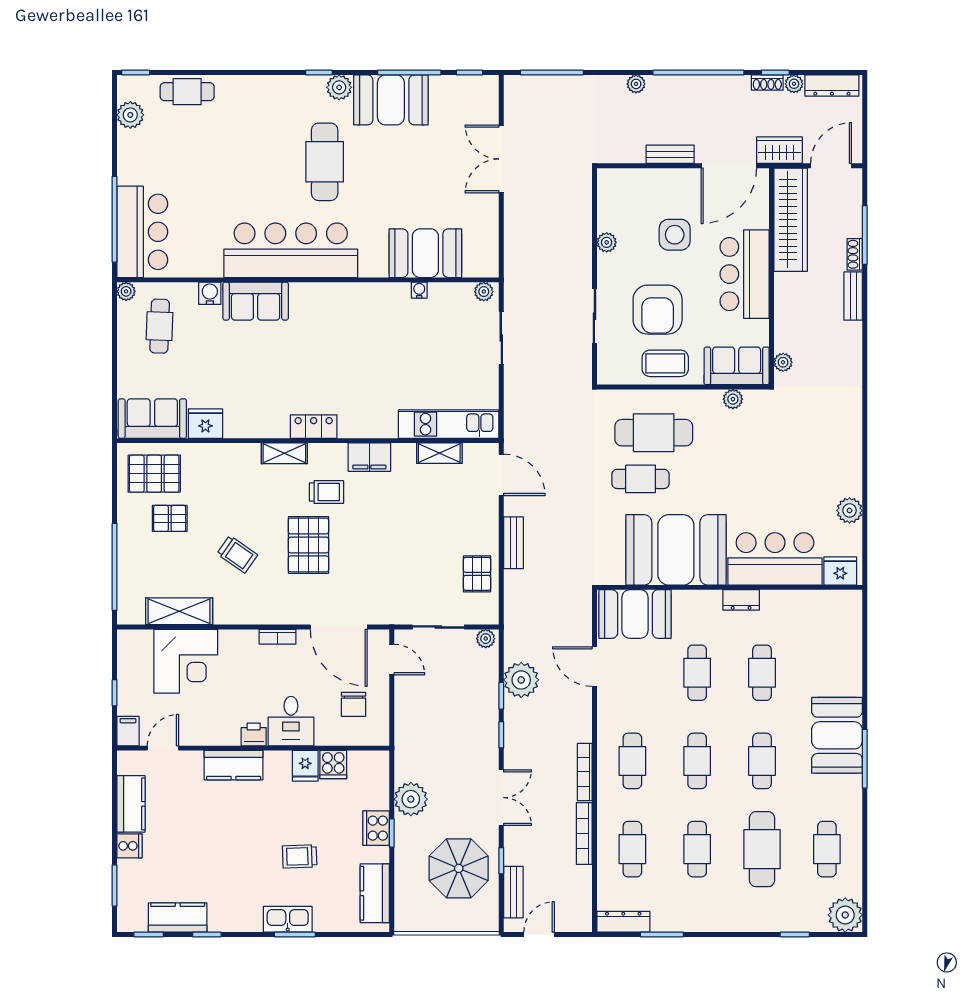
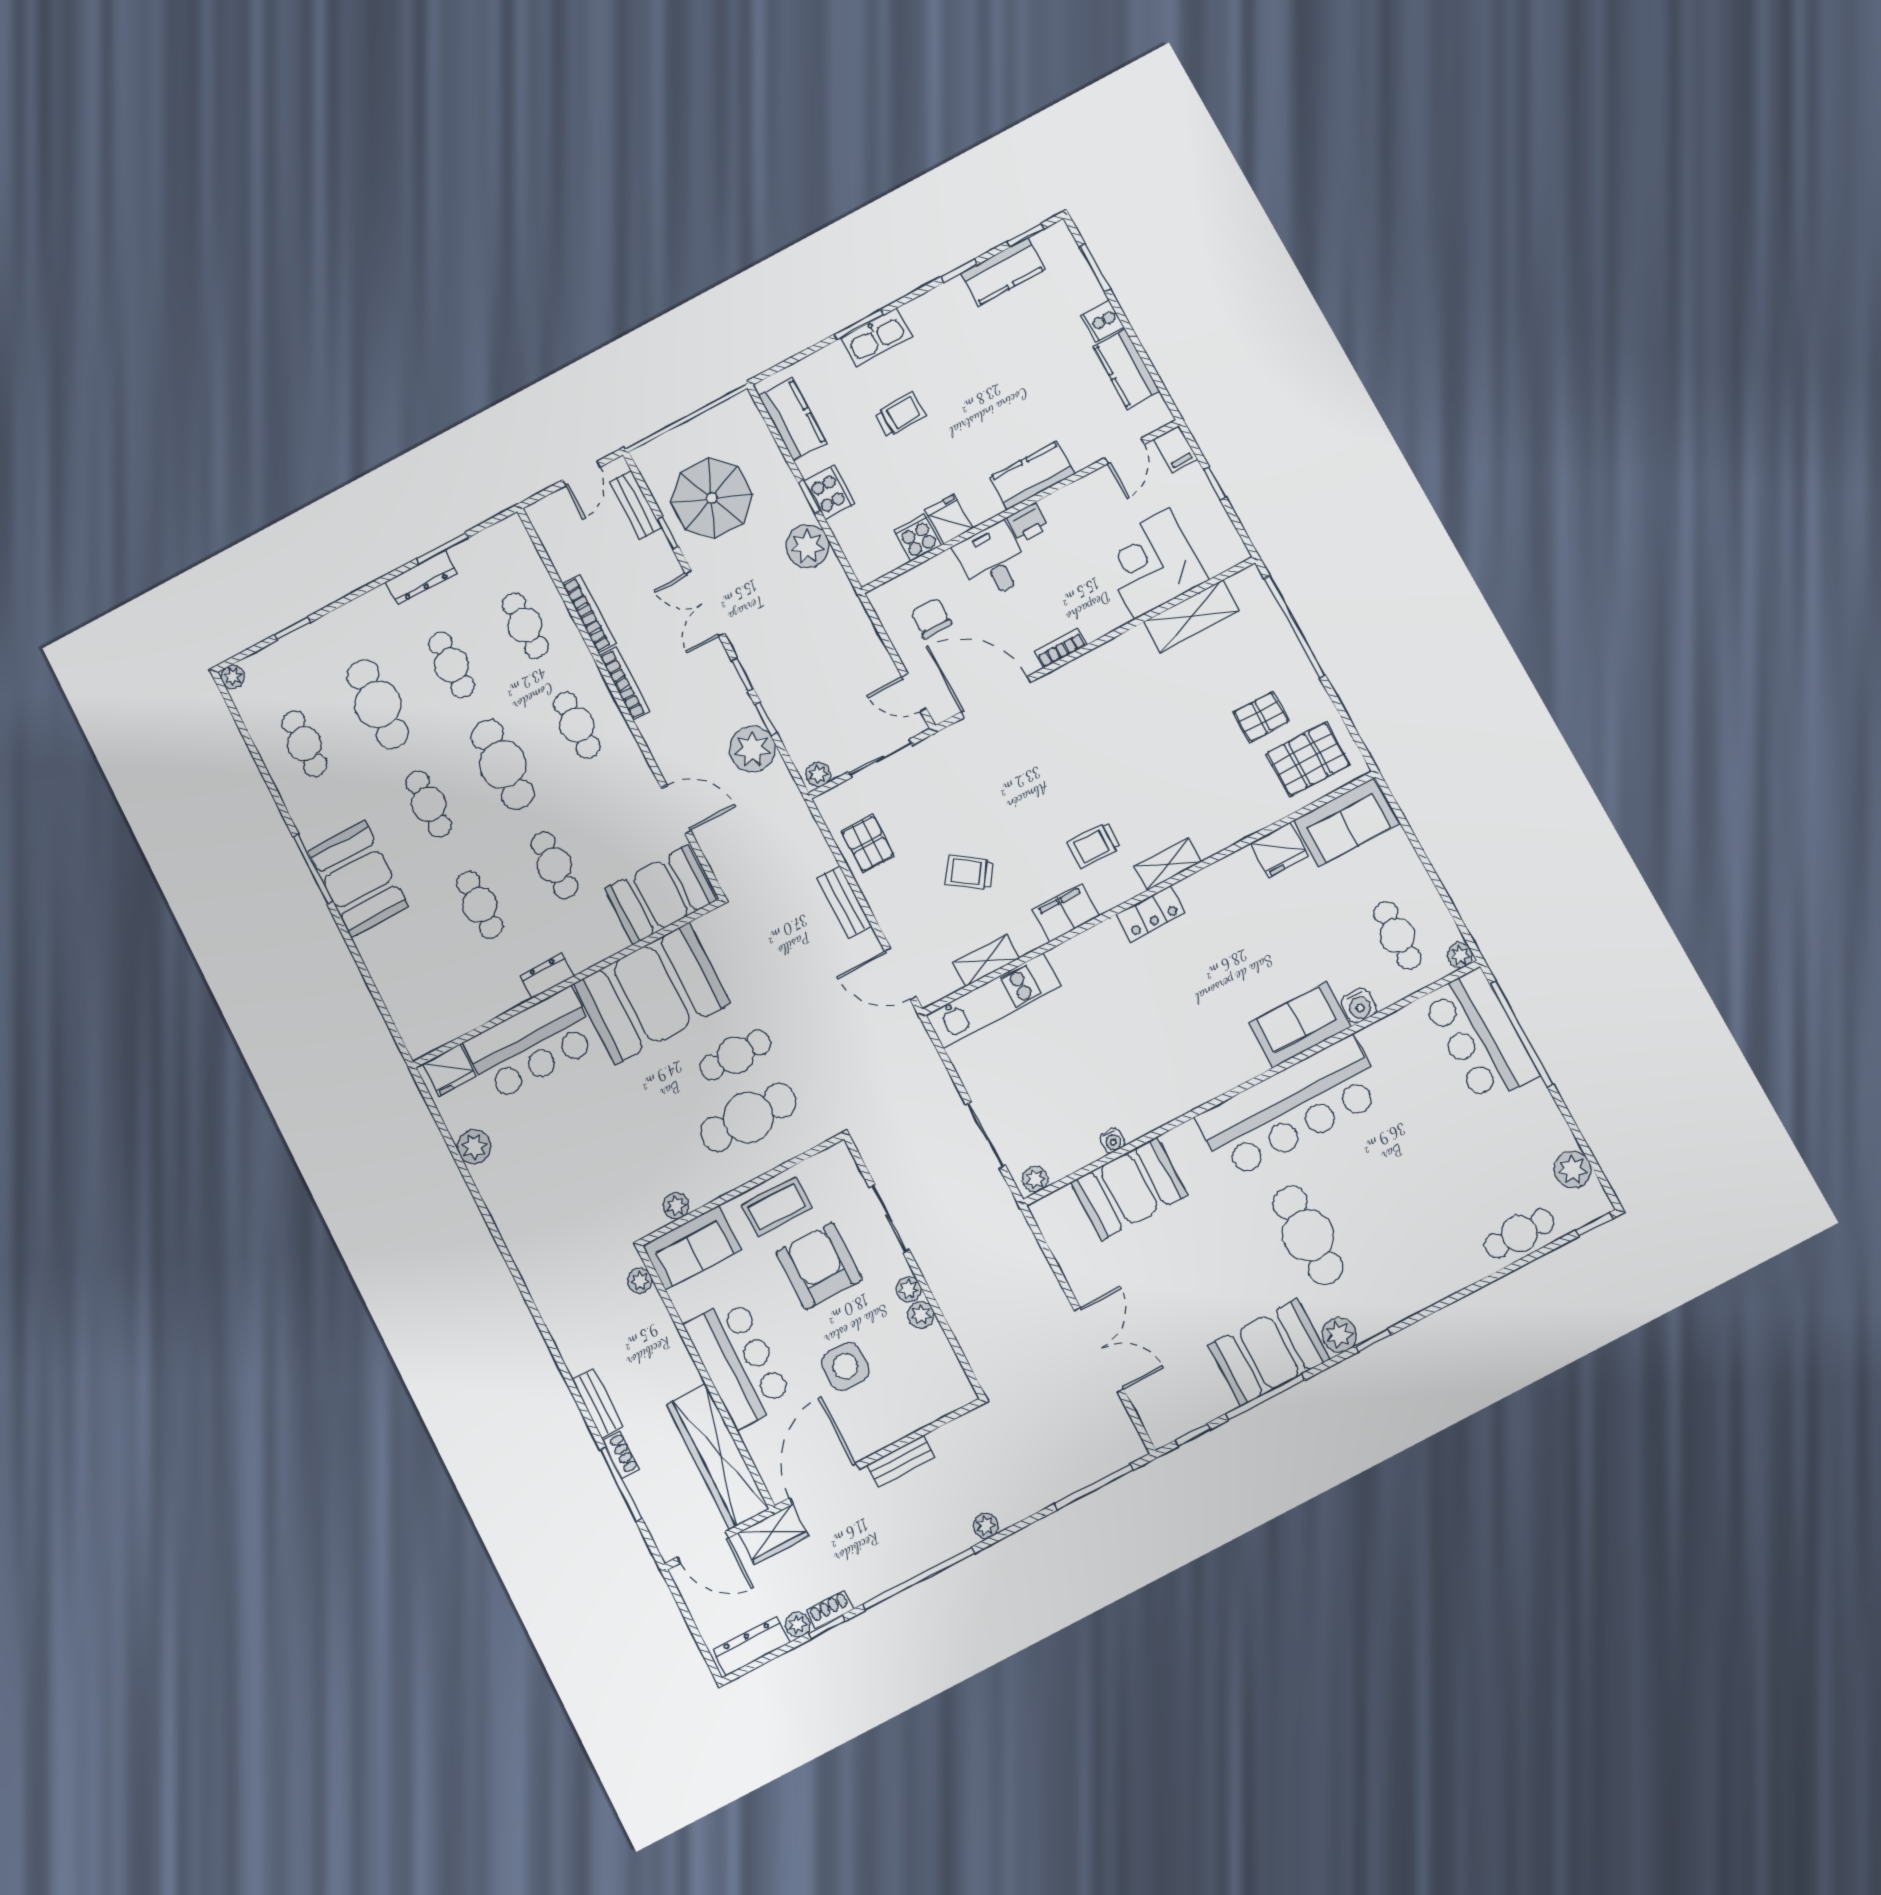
door: (831, 166) -> (703, 1547), hinge flipped
plant: (606, 263) -> (909, 1289), added
pallet: (308, 545) -> (1082, 773), removed
trolley: (237, 554) -> (969, 872), moved
cafe table: (697, 761) -> (503, 765), width x1.37, depth x1.35
plant: (845, 915) -> (233, 677), width x0.53, depth x0.53
dresser: (623, 922) -> (422, 577), moved

